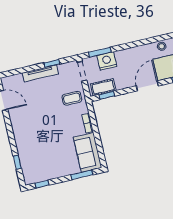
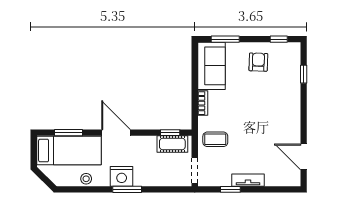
window: (100, 52) -> (127, 189), moved
nightstand: (107, 61) -> (122, 176), moved
tv unit: (40, 73) -> (248, 180), width x0.71
door: (147, 86) -> (116, 133), swing flipped
armchair: (53, 163) -> (258, 62), added

